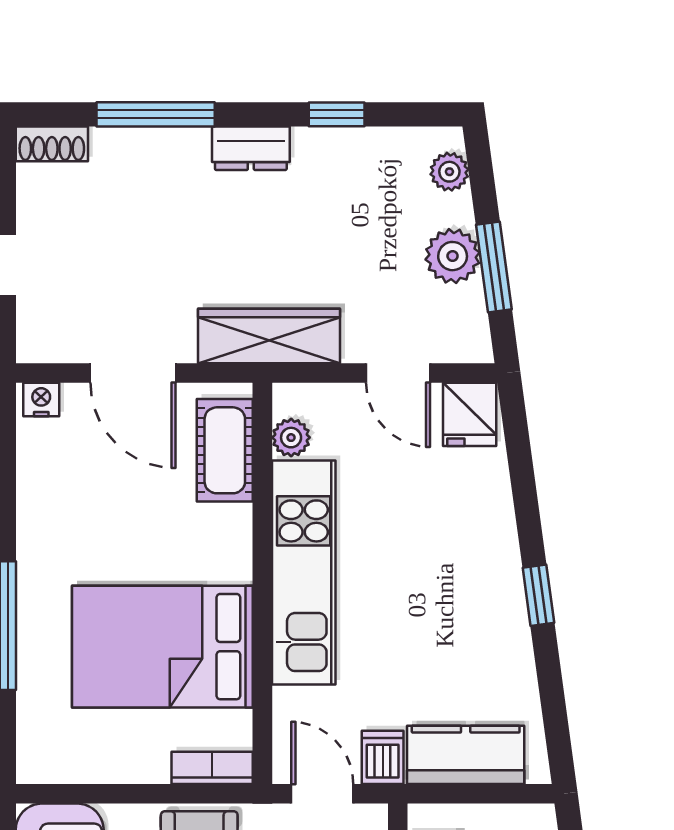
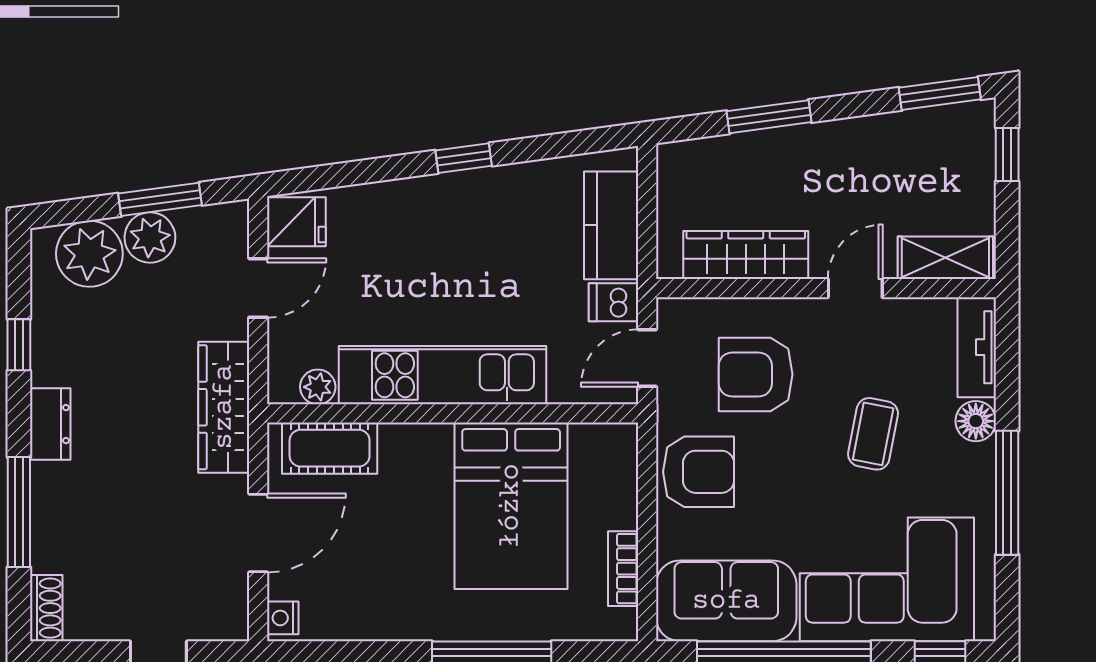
plant: (449, 172) -> (89, 254), width x1.87, depth x1.87
bookcase: (212, 768) -> (623, 569), moved

